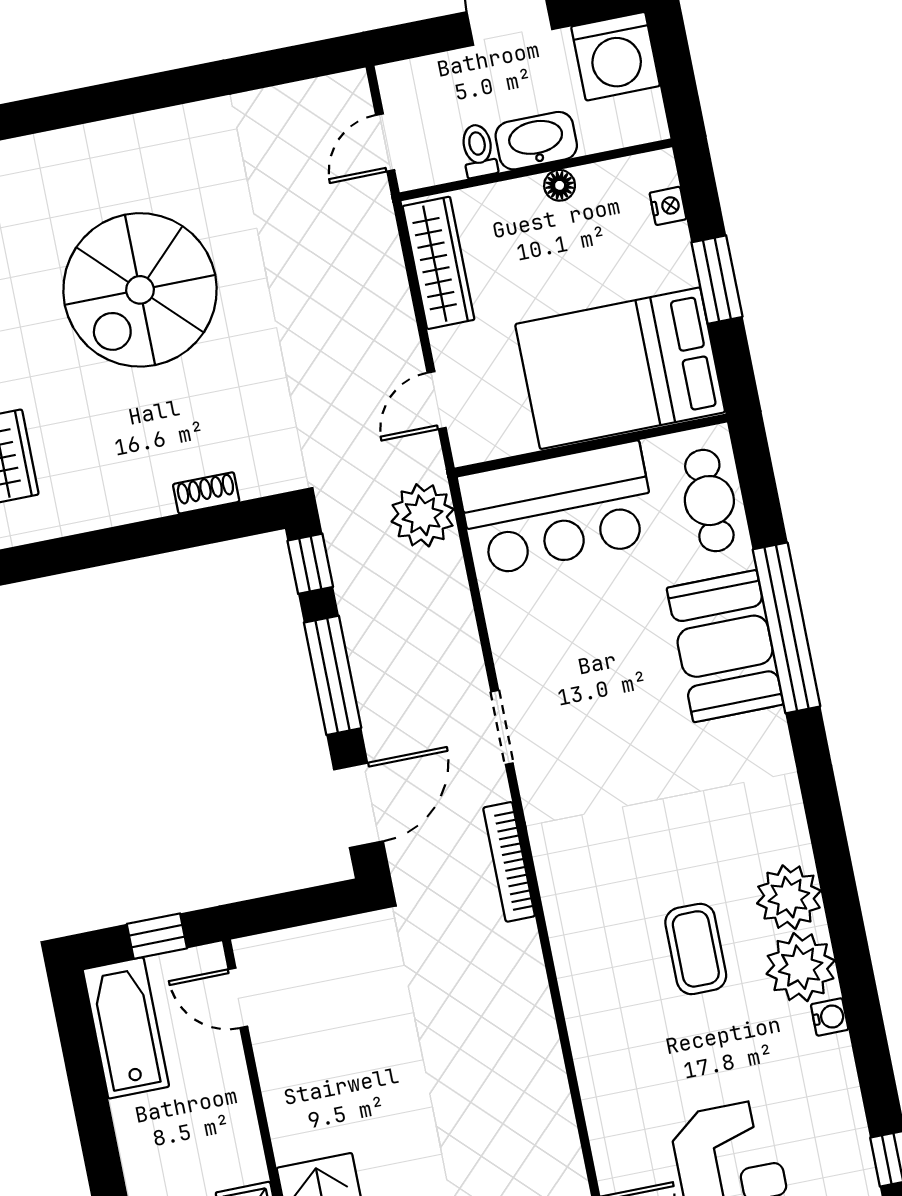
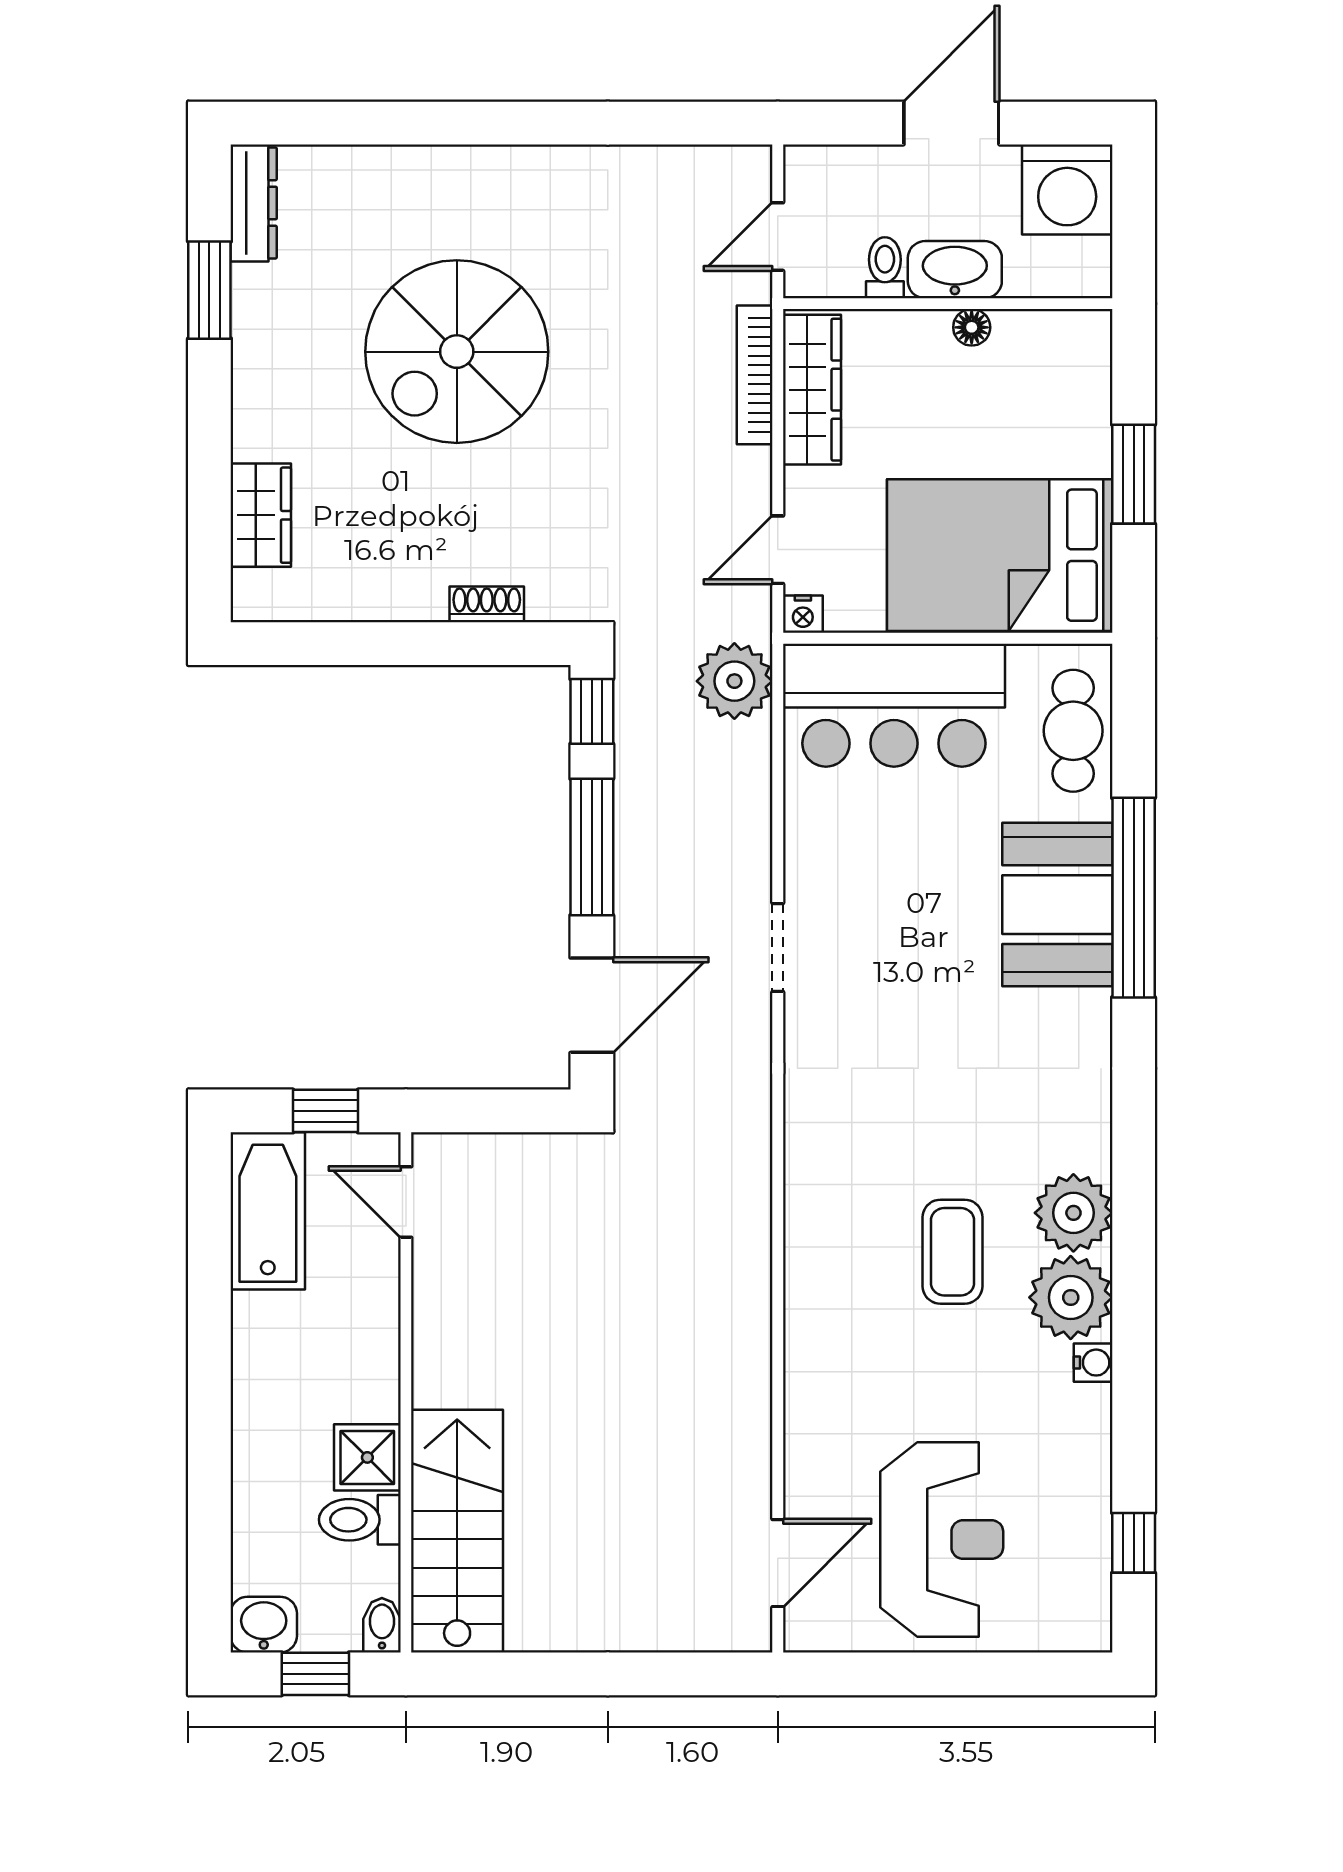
nightstand: (668, 206) -> (803, 614), moved, turned 90
bookcase: (509, 862) -> (755, 375), moved

